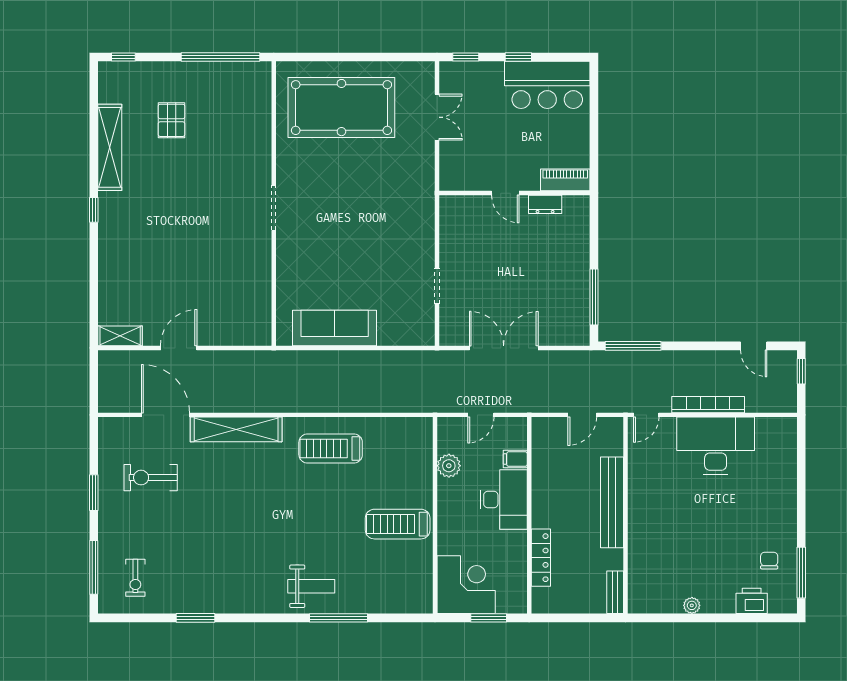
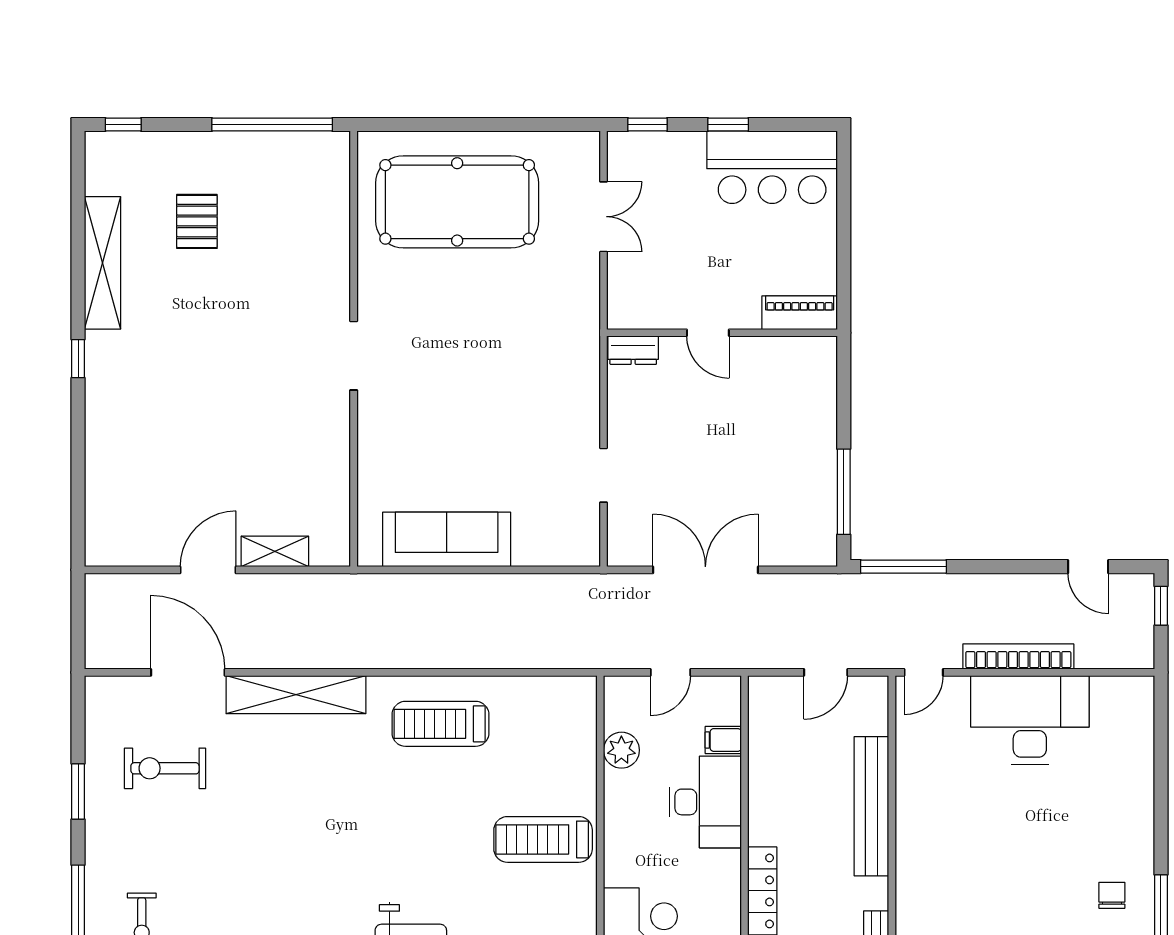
dresser: (545, 204) -> (633, 350), moved
shelving: (120, 336) -> (275, 551), moved

